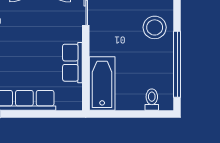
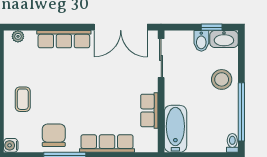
toilet: (152, 100) -> (232, 143), moved

